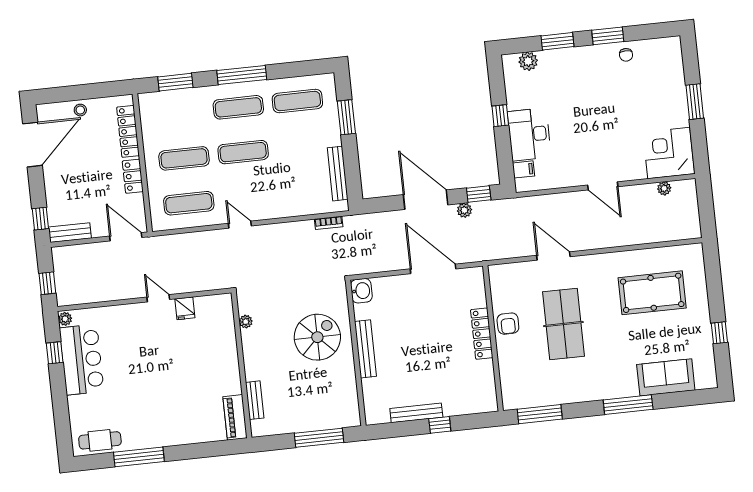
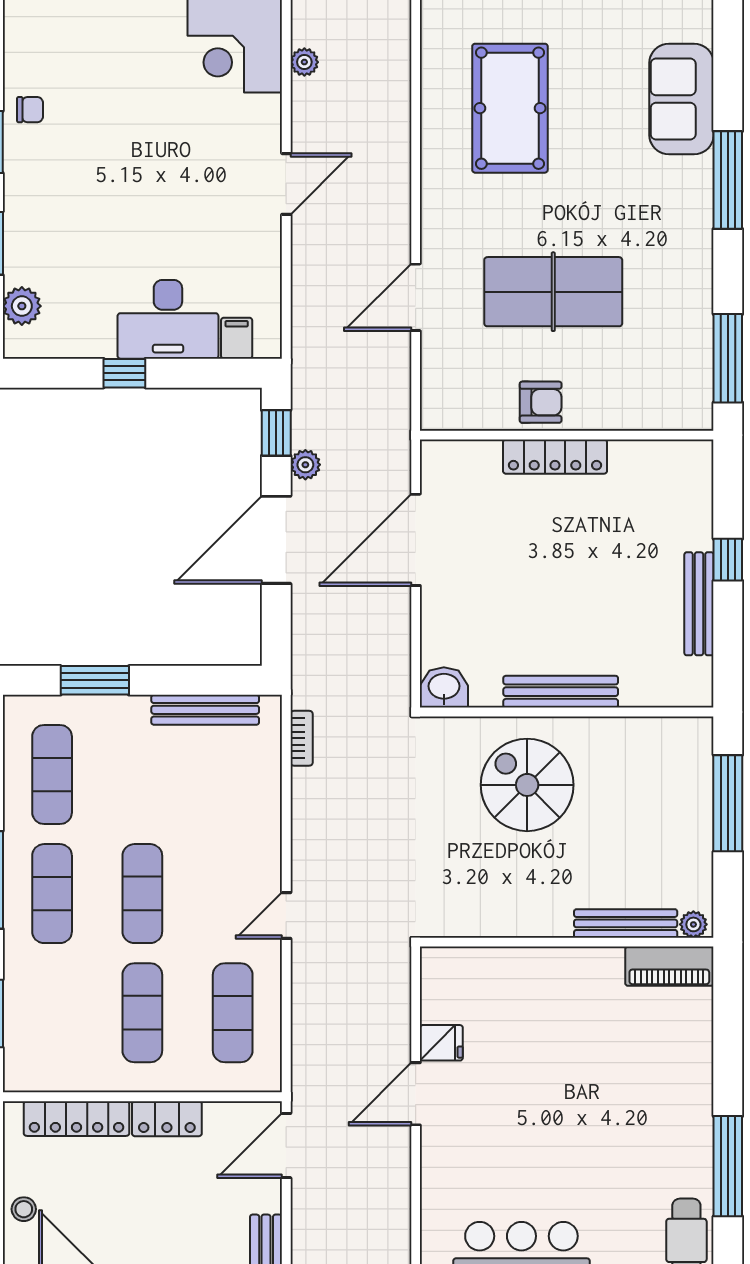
door: (158, 298) -> (416, 1094), width x1.38
plant: (246, 322) -> (693, 924), moved
bench: (255, 400) -> (626, 923), width x1.36

